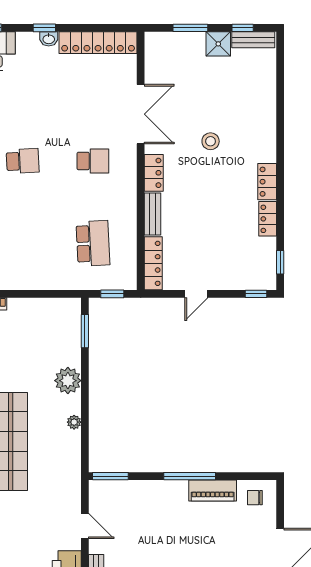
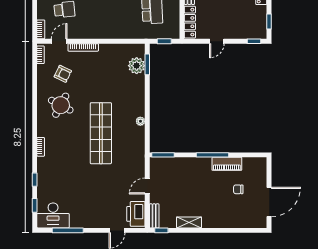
plant: (68, 381) -> (137, 66), moved
chair: (255, 498) -> (238, 189), moved
door: (85, 526) -> (147, 186), swing flipped

